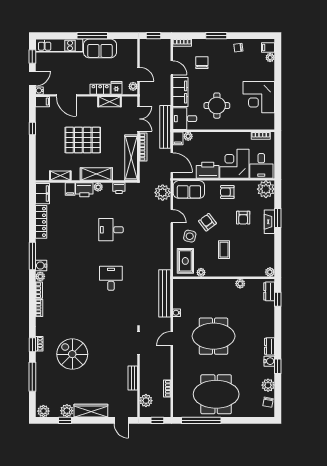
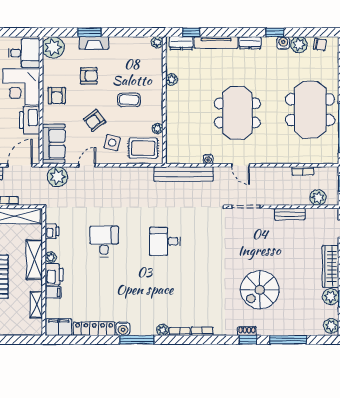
desk: (111, 230) -> (104, 241), turned 180
water cooler: (41, 266) -> (123, 329), moved
tv unit: (270, 319) -> (216, 42), added
water cooler: (269, 361) -> (283, 43), moved

